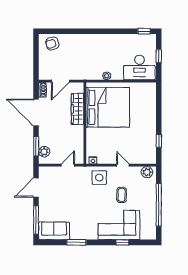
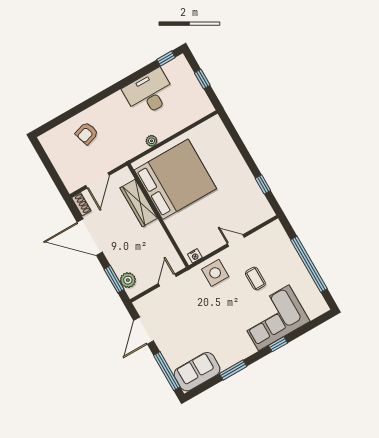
armchair: (52, 44) -> (87, 133), moved
desk: (139, 67) -> (149, 93), moved, turned 180
plant: (147, 172) -> (271, 232), removed
window: (122, 242) -> (278, 344), moved

